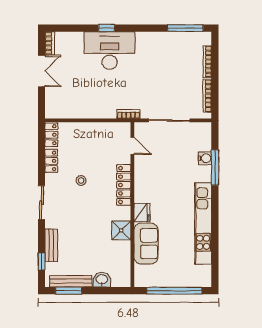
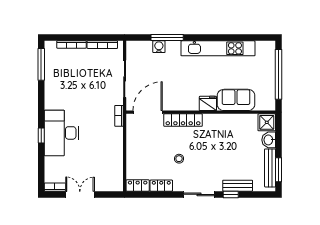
door: (132, 146) -> (148, 112), width x1.88
shower: (121, 230) -> (267, 122), moved
window: (42, 262) -> (231, 194), moved

